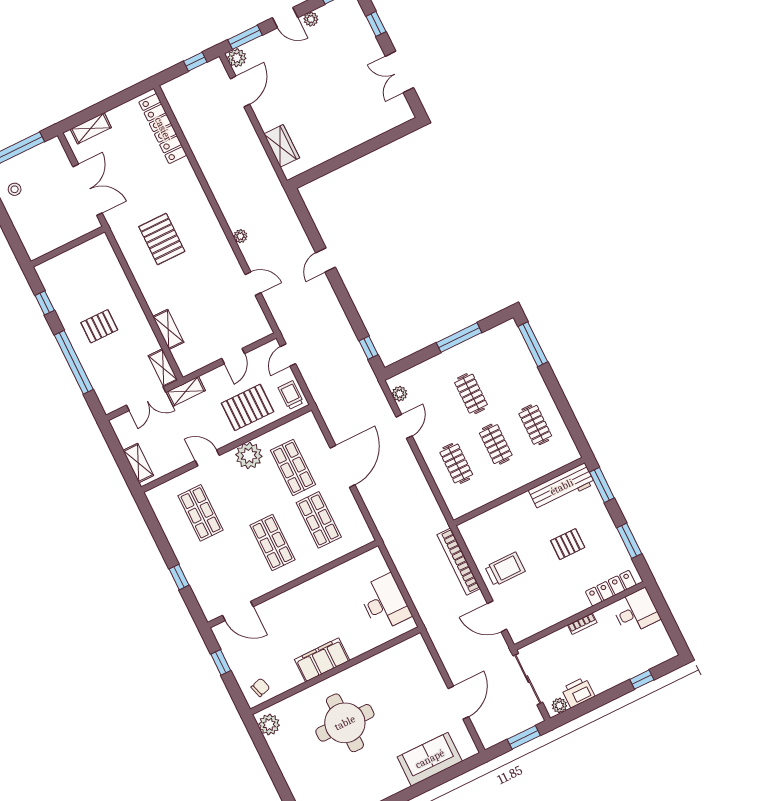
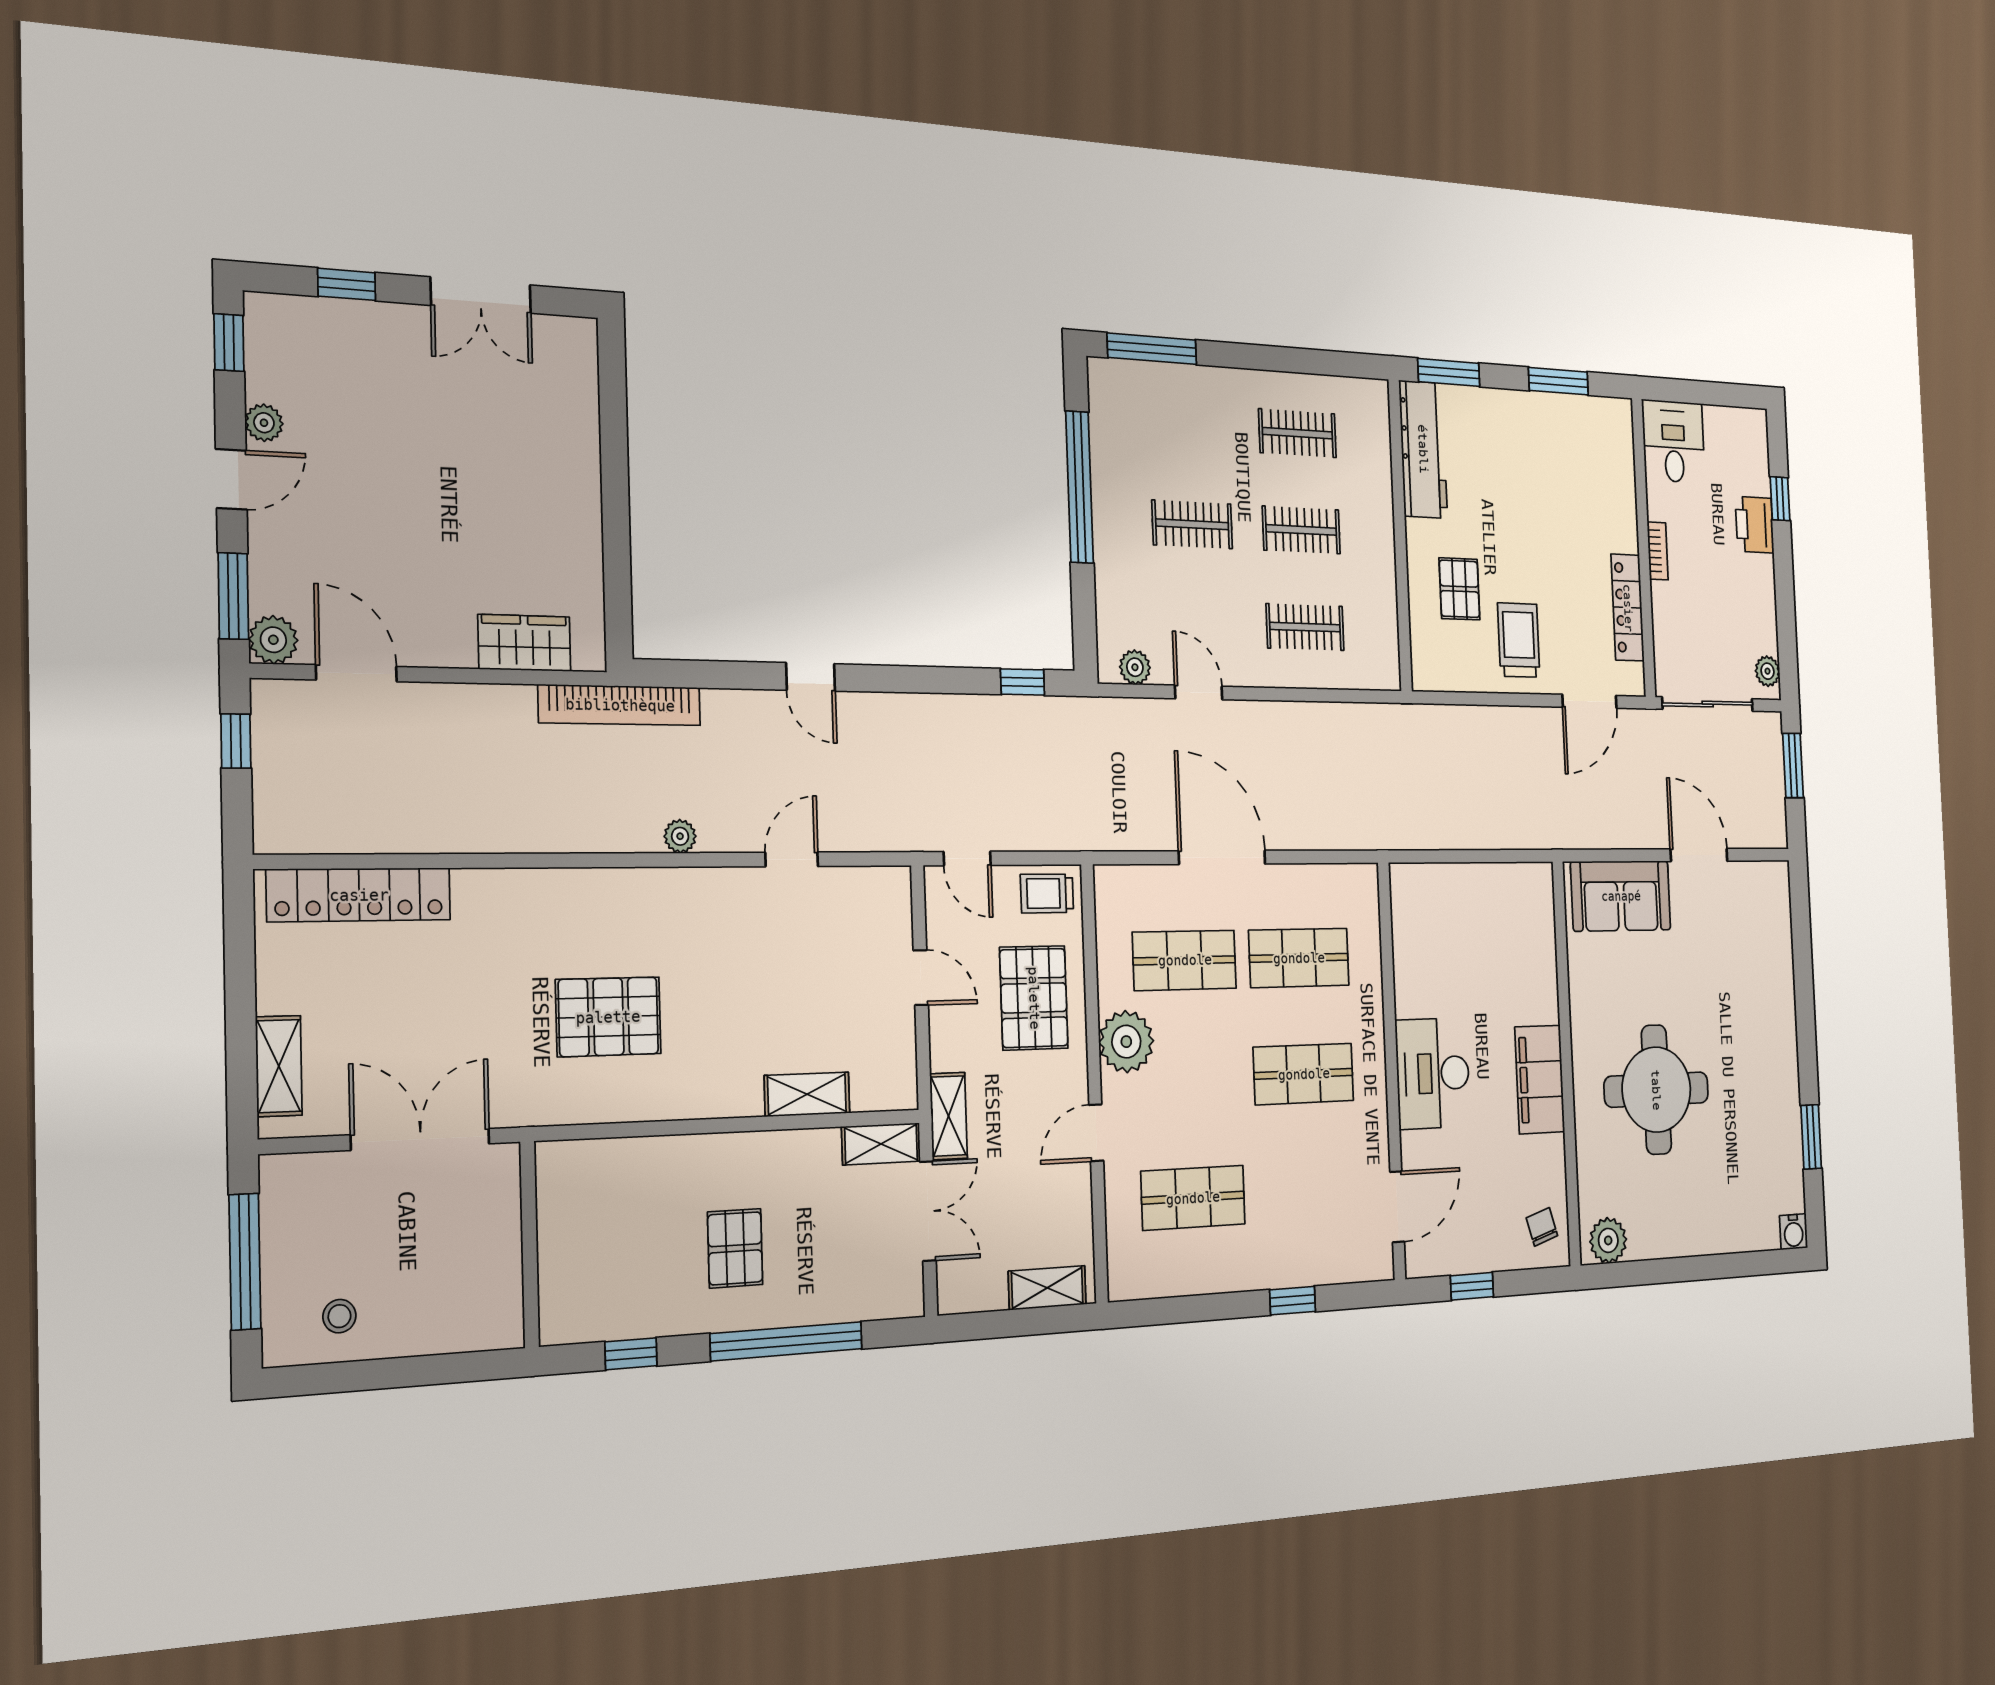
window: (459, 338) -> (1079, 487), width x1.46
pallet: (568, 544) -> (1459, 589), moved
bookcase: (459, 562) -> (620, 705), moved
locker: (611, 588) -> (1628, 608), moved
desk: (385, 603) -> (1433, 1073), moved, turned -90
printer: (578, 692) -> (1755, 525), moved
sofa: (430, 759) -> (1621, 896), moved, turned -90

